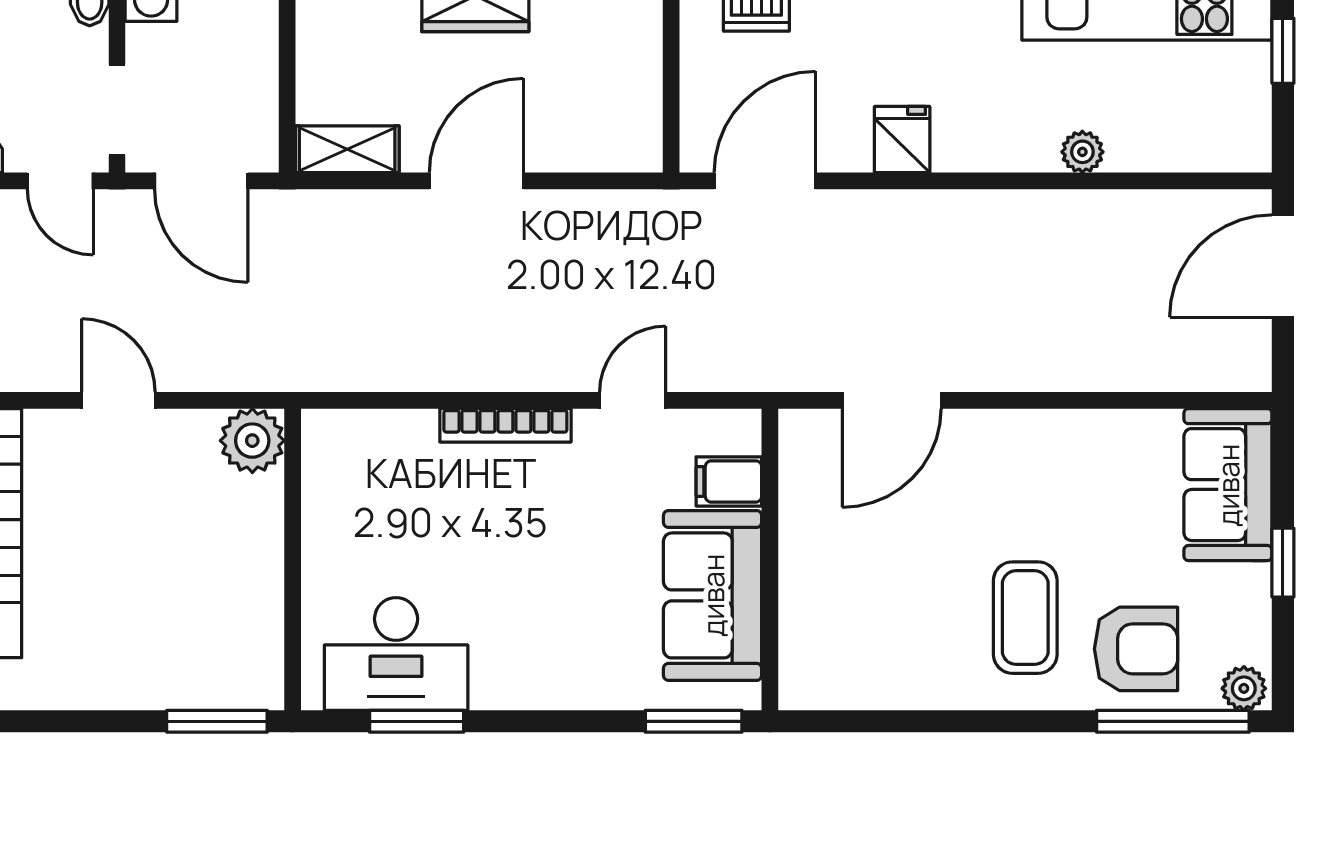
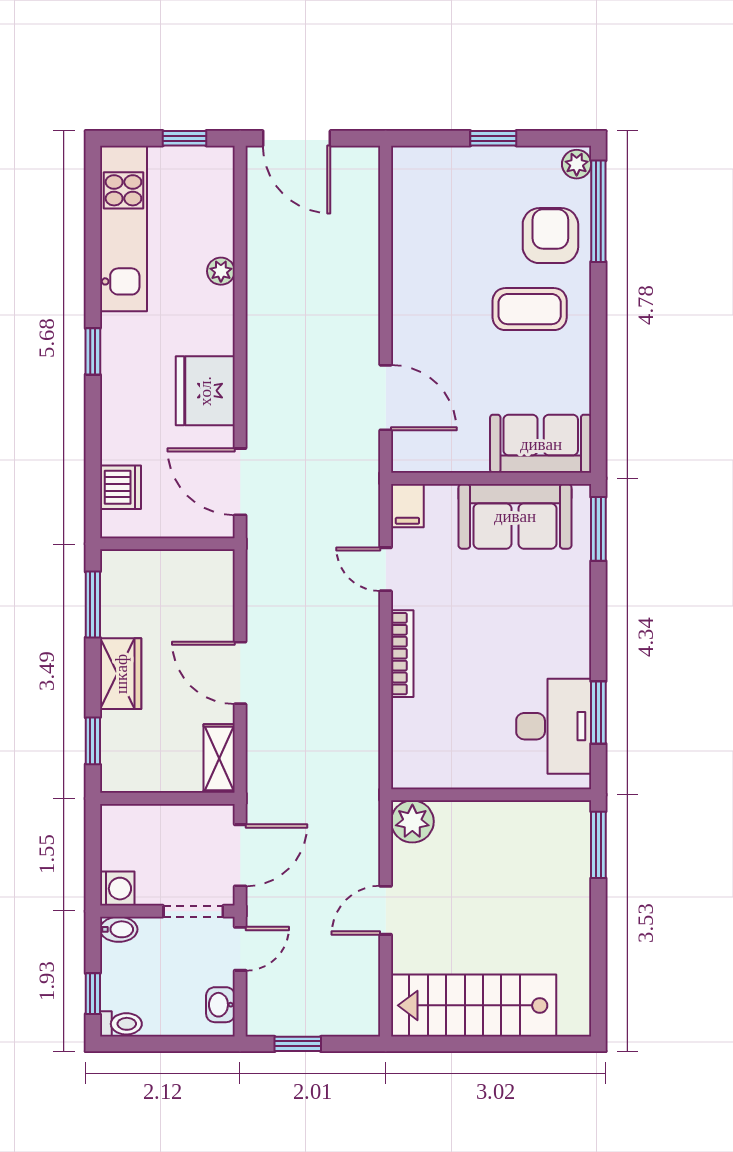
window: (1283, 51) -> (185, 138), moved
fridge: (902, 140) -> (205, 391), width x1.88, depth x1.34
filing cabinet: (729, 481) -> (407, 506), moved
sofa: (1228, 485) -> (541, 444), moved, turned 180

